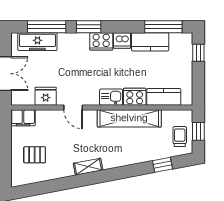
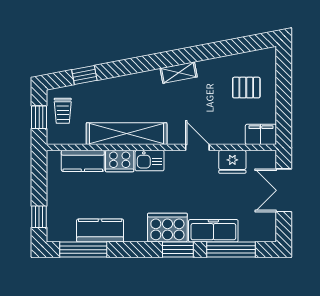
dishwasher: (122, 40) -> (136, 232), removed
cooker: (101, 41) -> (167, 228), width x1.37, depth x1.31
freezer: (37, 42) -> (213, 231), moved

